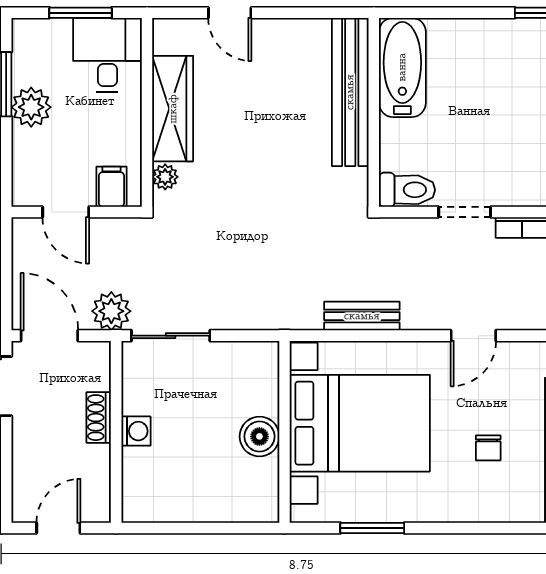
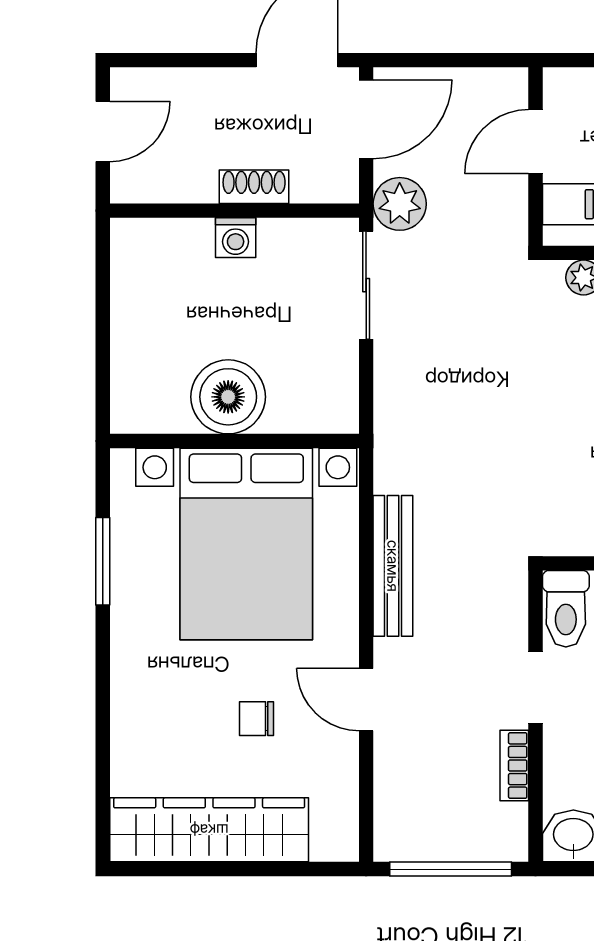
bench: (362, 316) -> (393, 566), width x1.36
boiler: (259, 436) -> (228, 397), width x1.37, depth x1.37
chair: (488, 448) -> (256, 719), moved
door: (58, 528) -> (103, 132), hinge flipped

